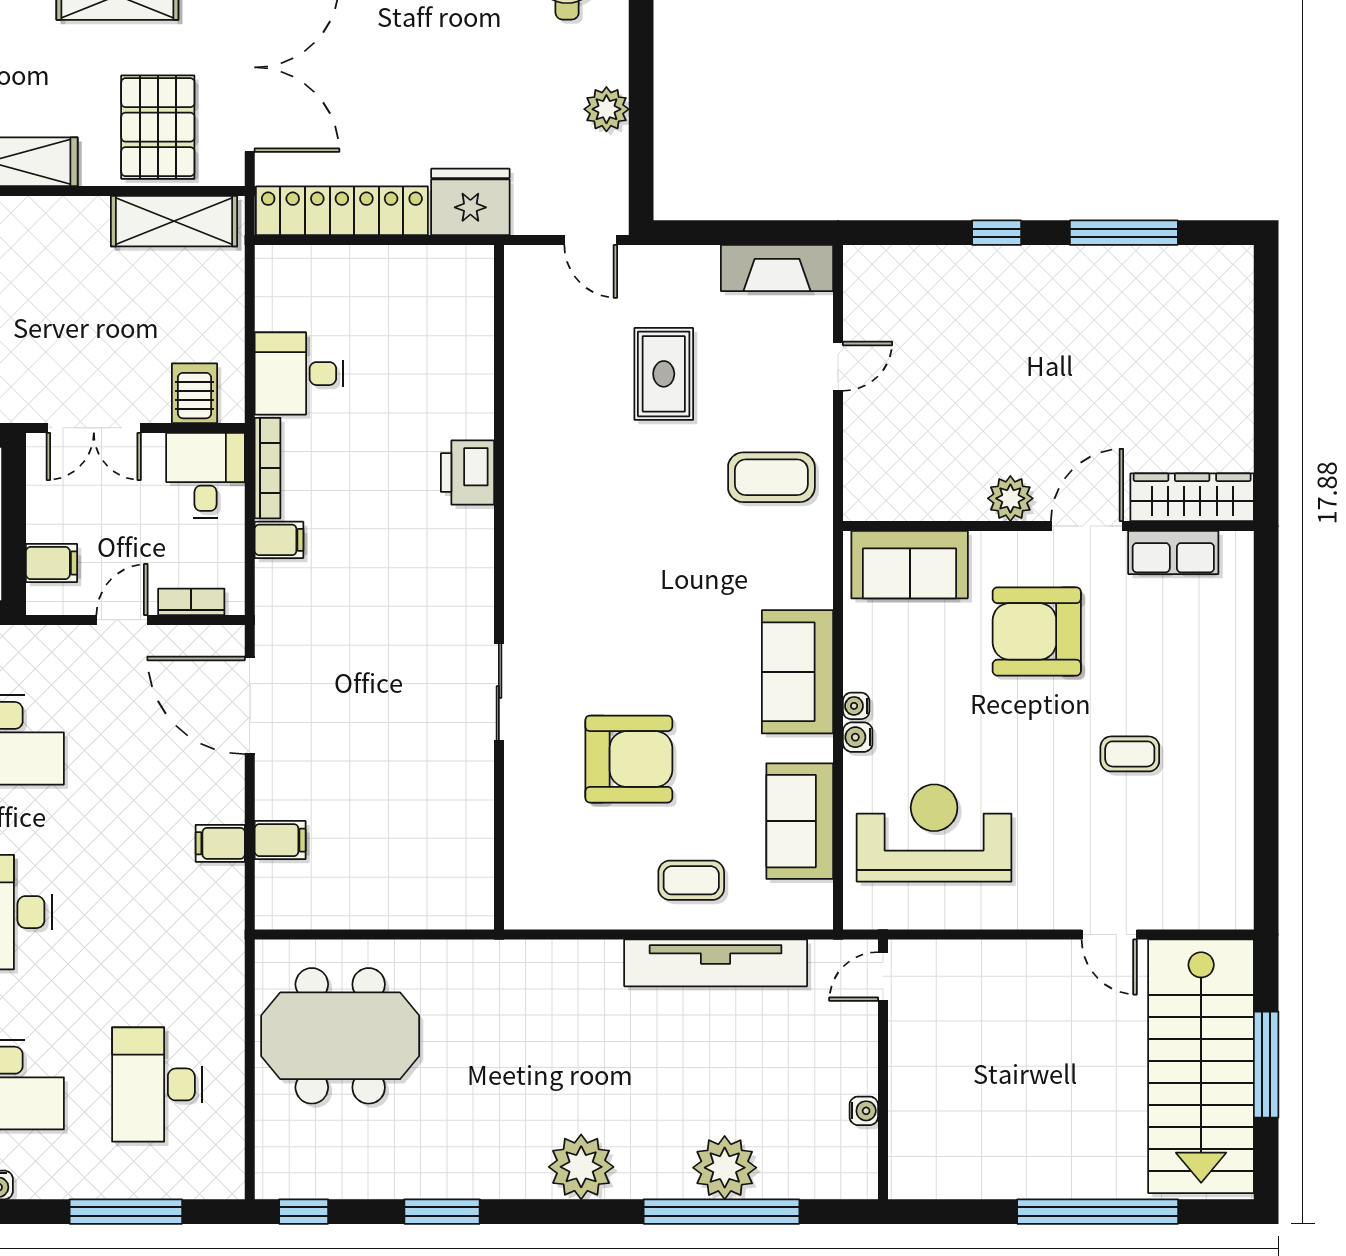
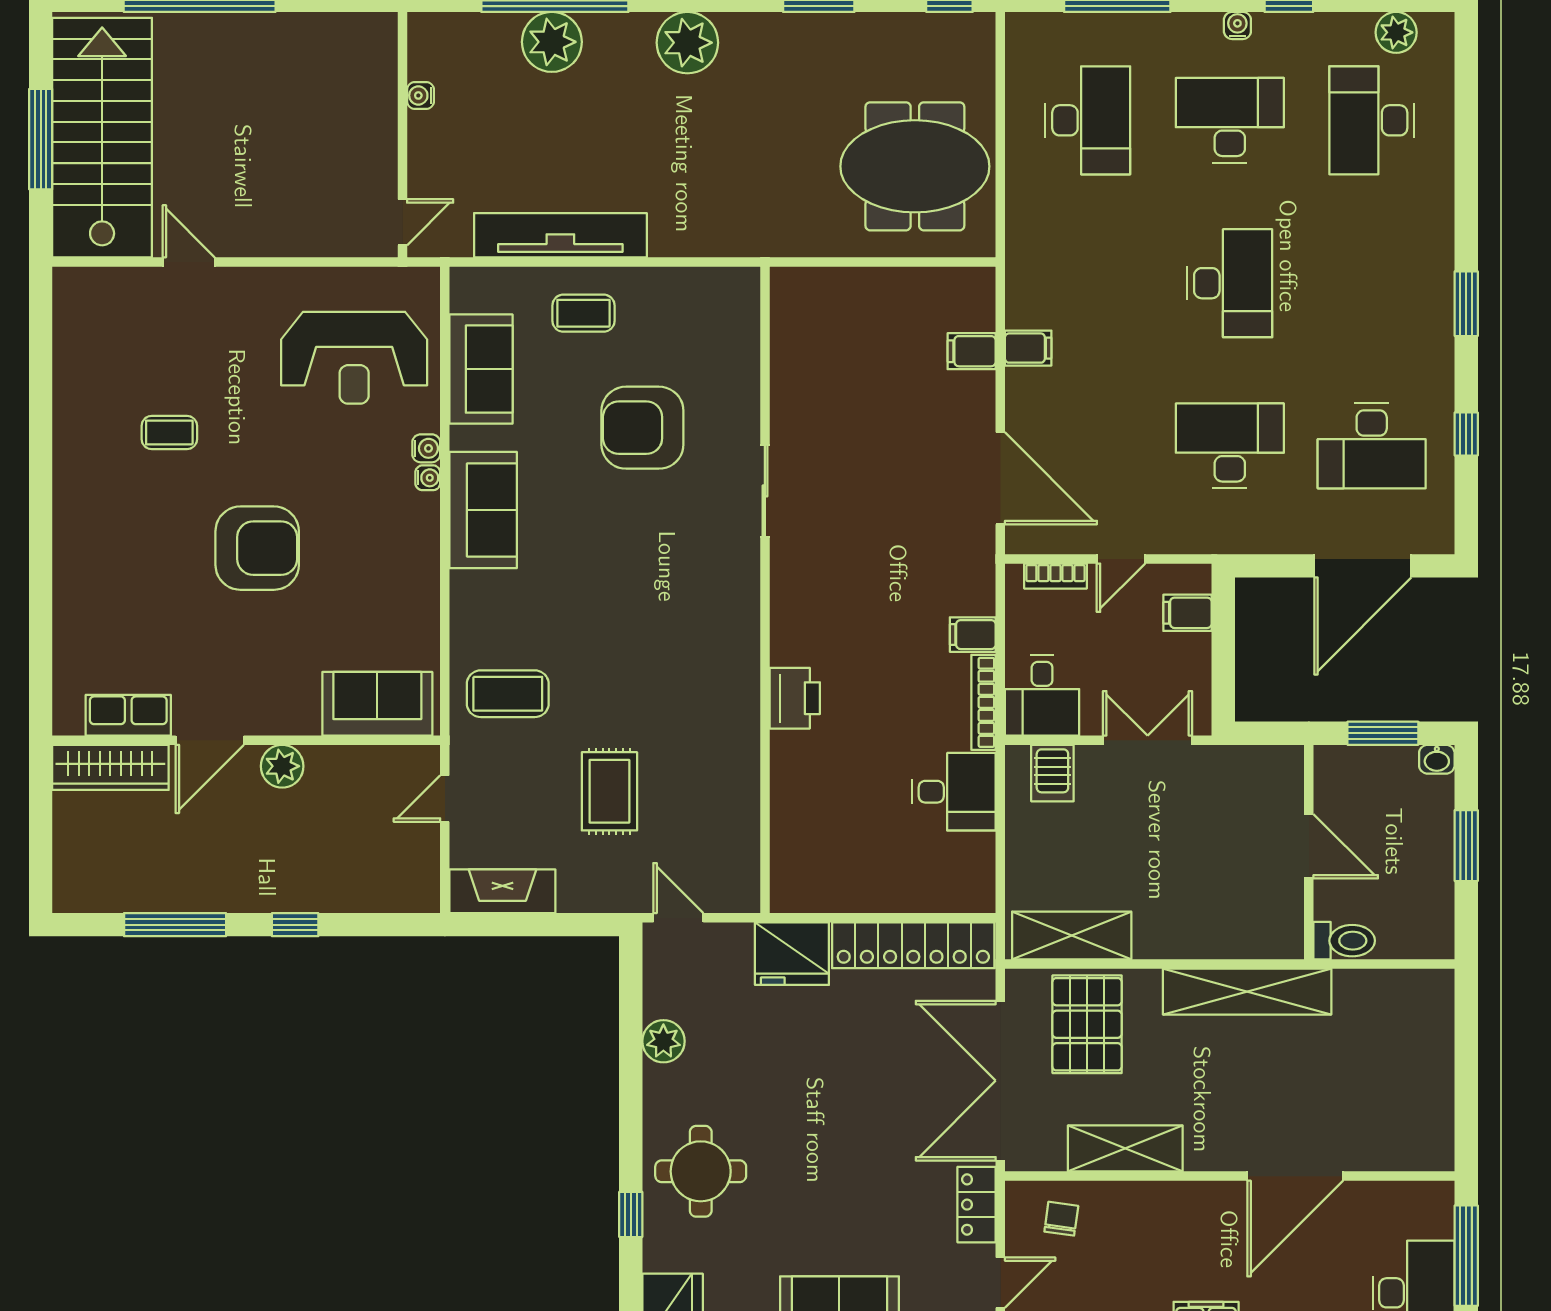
wardrobe: (1192, 497) -> (110, 767), moved
plant: (1010, 498) -> (282, 766), moved
wall: (1048, 526) -> (246, 740), moved
door: (1087, 526) -> (210, 740), moved
row of seats: (1173, 553) -> (128, 715), moved
sofa: (910, 565) -> (377, 704), moved

